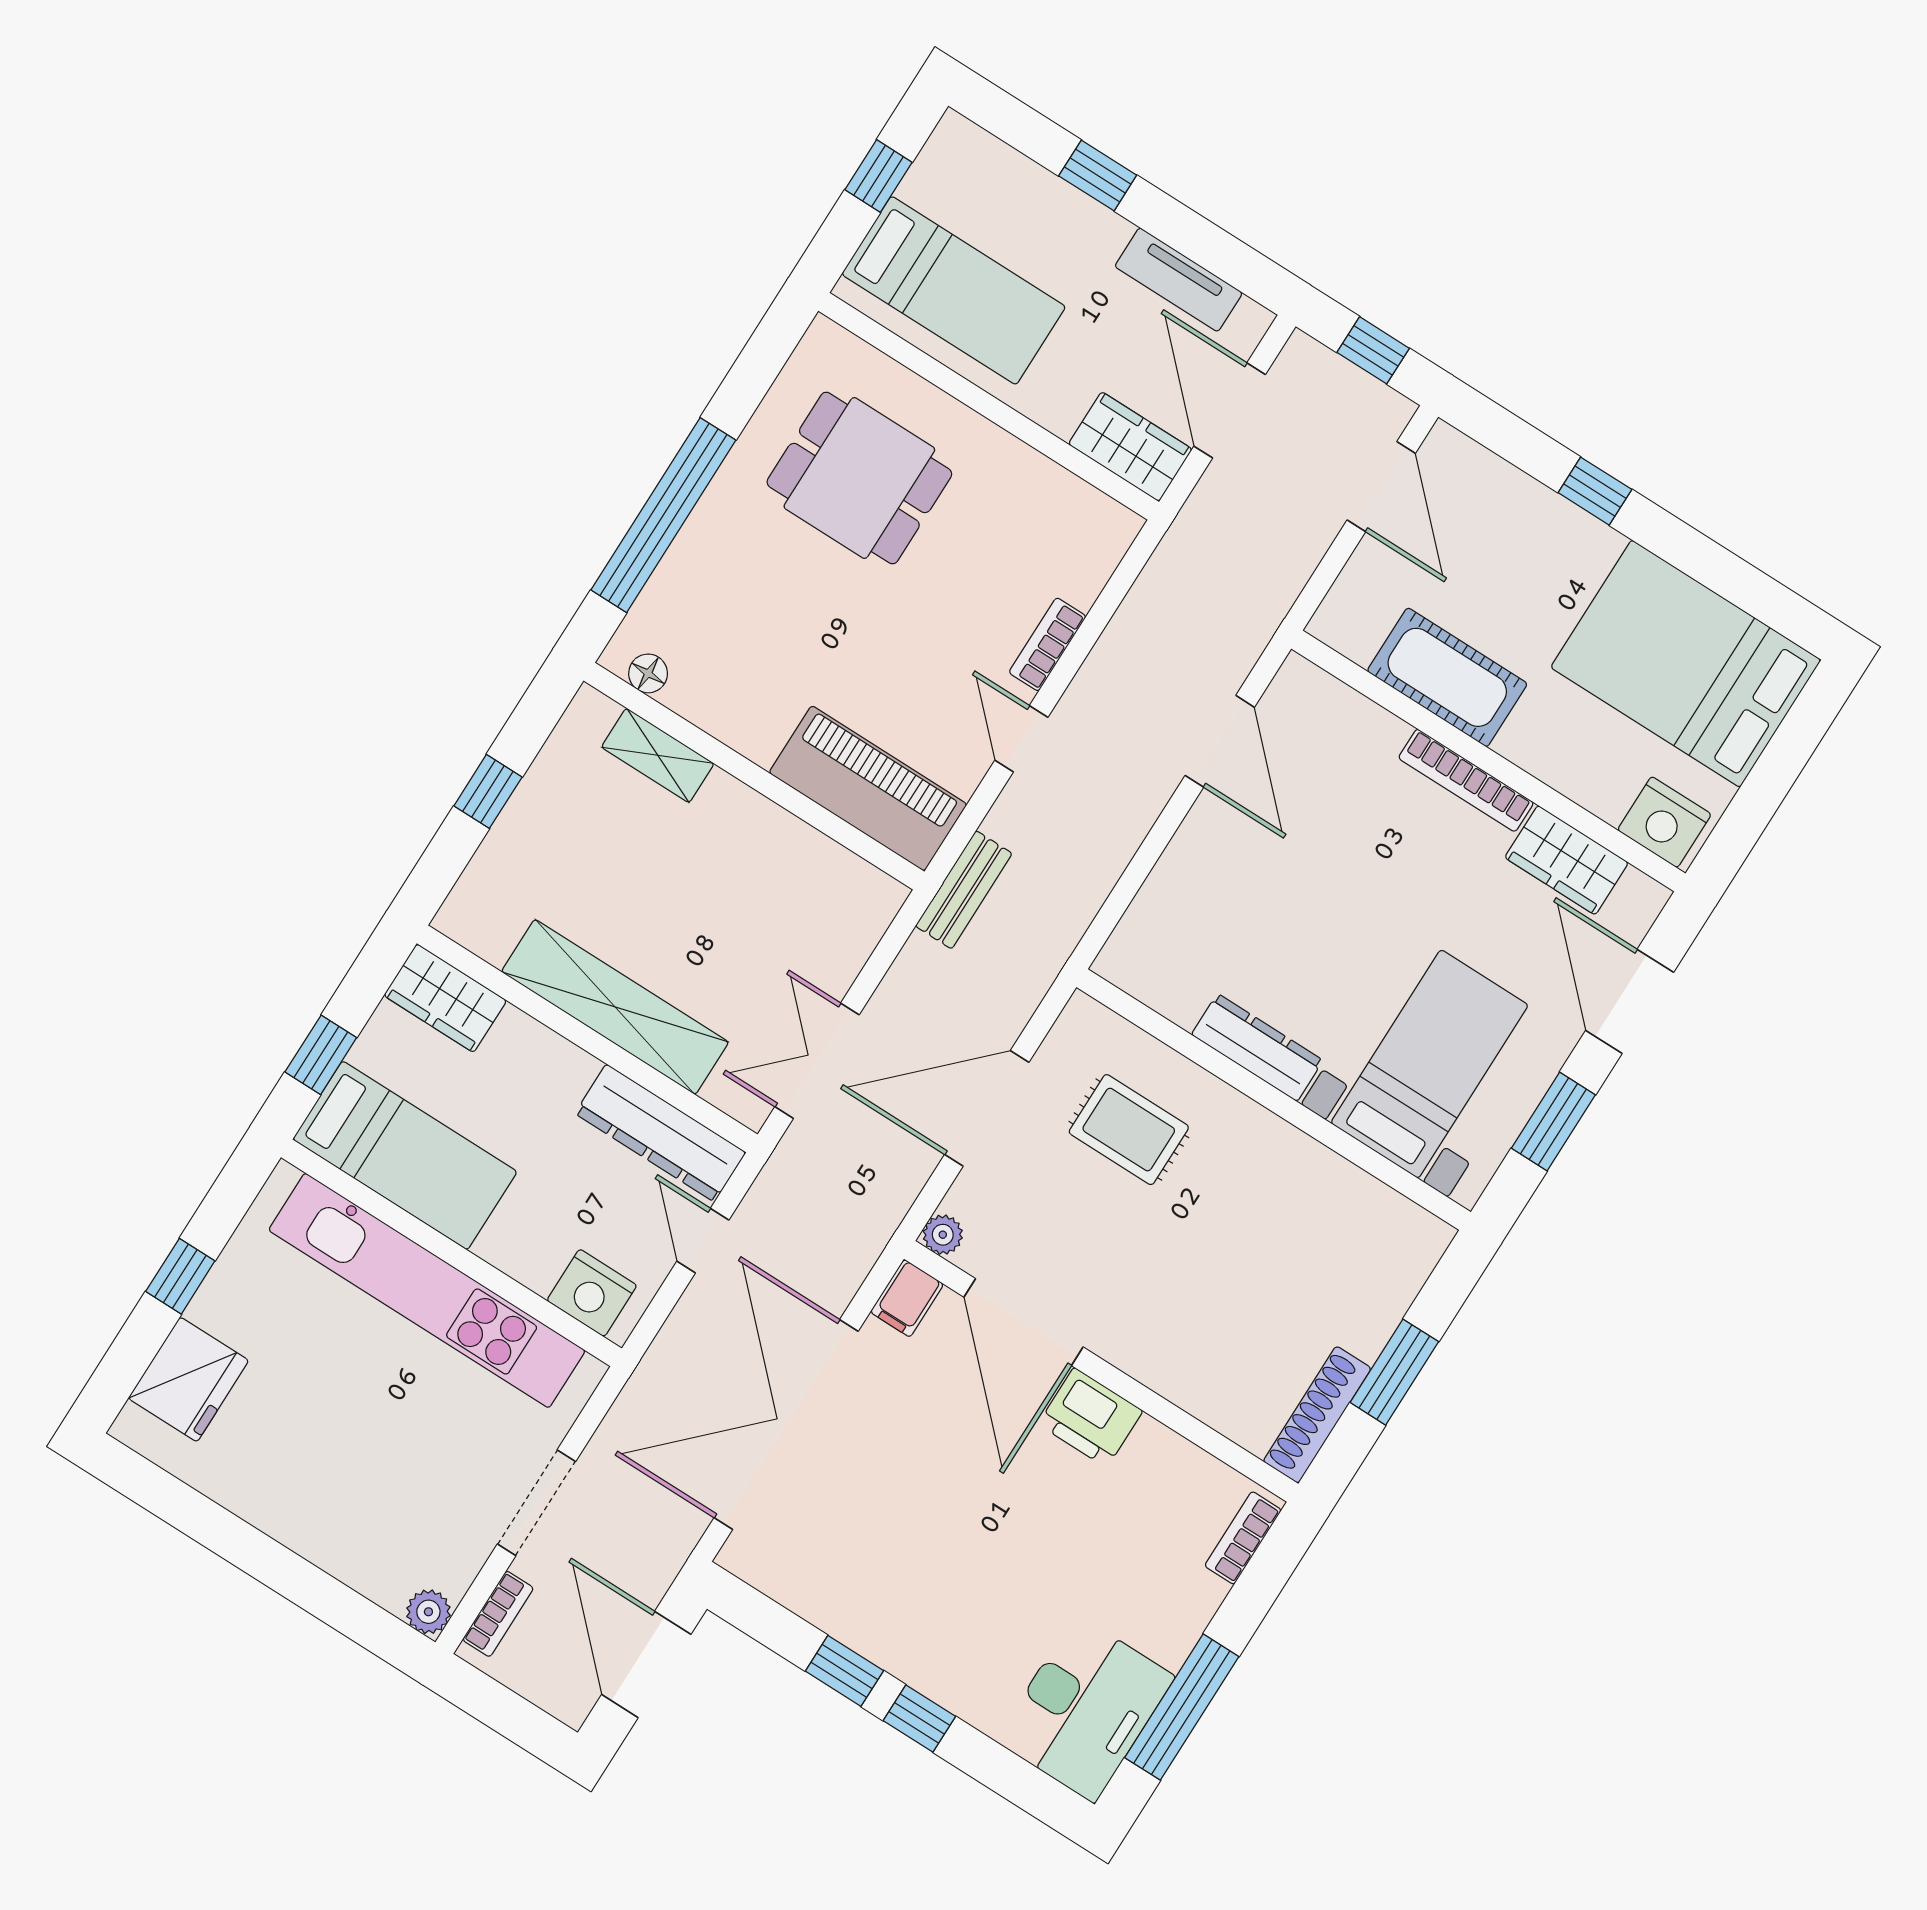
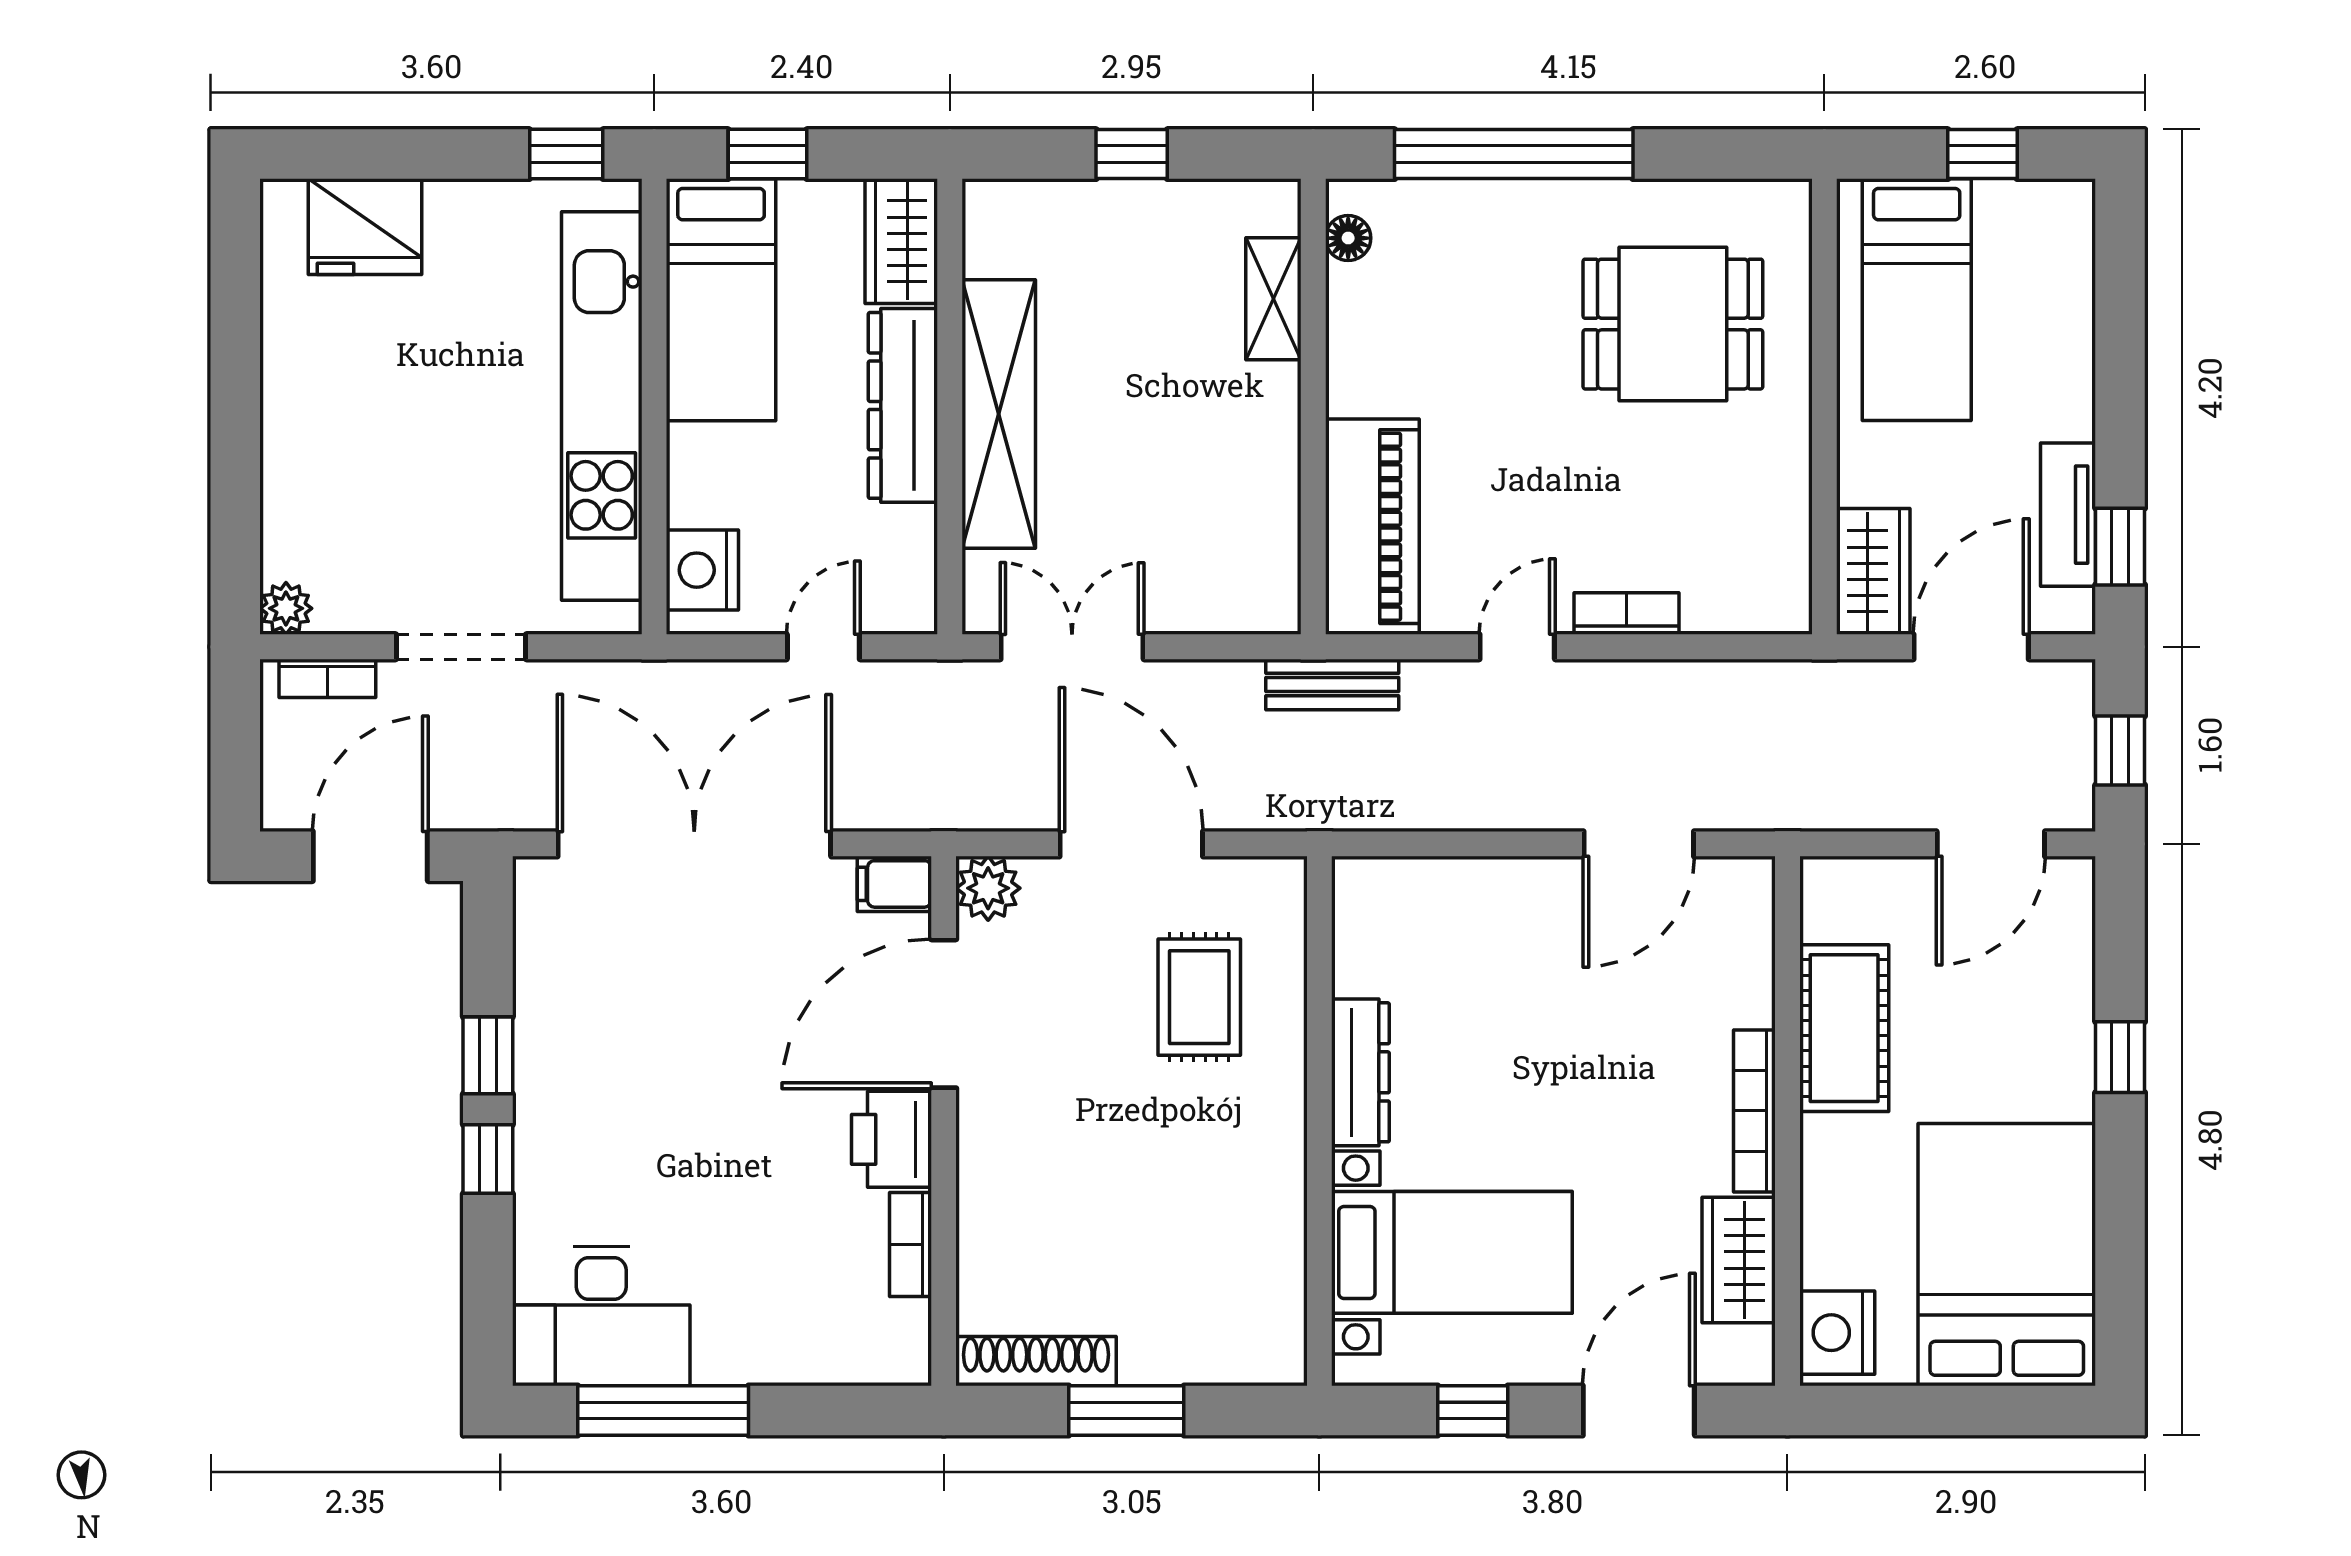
window: (1098, 176) -> (2120, 547), moved
dining table: (859, 478) -> (1673, 324), turned 90
window: (1553, 1121) -> (1473, 1411), width x0.67
dresser: (660, 1133) -> (903, 405), moved
plant: (943, 1235) -> (988, 888), width x1.38, depth x1.38
window: (180, 1276) -> (566, 154), moved
bookcase: (1243, 1538) -> (910, 1245), moved, turned -90

